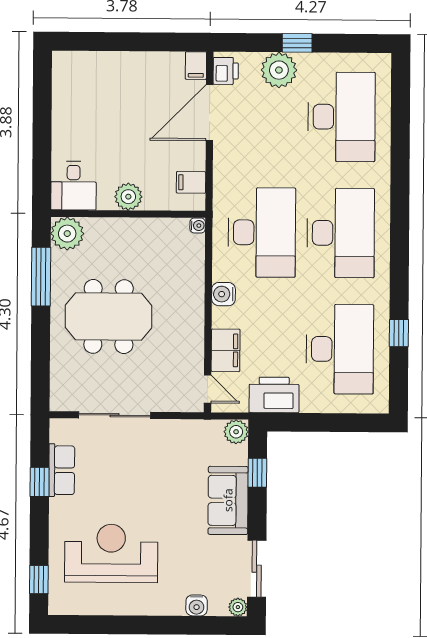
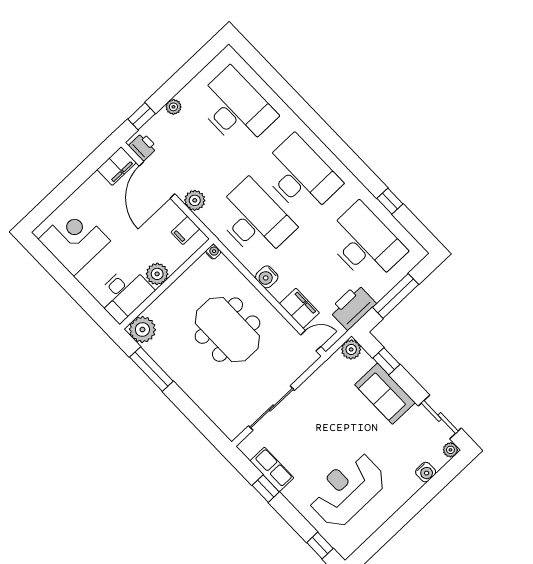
window: (297, 43) -> (142, 116), moved
filing cabinet: (196, 66) -> (117, 166), width x2.00
plant: (279, 70) -> (173, 107), width x0.53, depth x0.53
corner desk: (84, 95) -> (74, 240), added
plant: (225, 164) -> (195, 200), added
desk: (73, 186) -> (124, 294), width x1.37
meeting table: (109, 317) -> (227, 330), moved, turned 90
window: (322, 422) -> (396, 296), added

